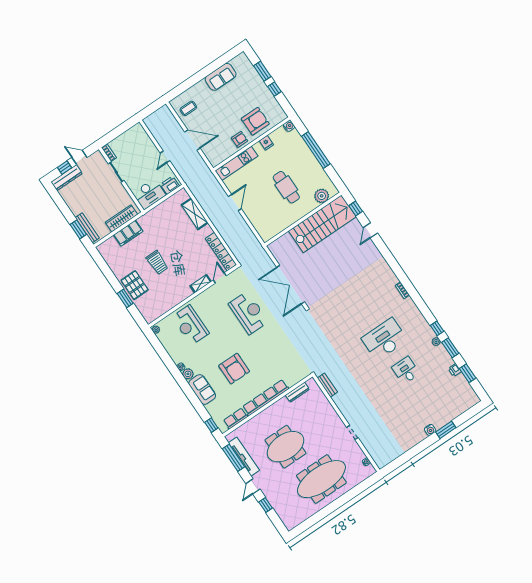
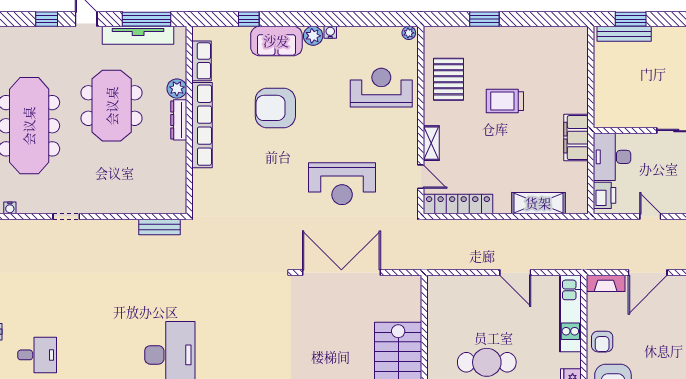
fireplace: (211, 156) -> (606, 283), added
wardrobe: (121, 218) -> (604, 93), removed
filing cabinet: (128, 233) -> (576, 138), moved
pallet: (135, 285) -> (449, 79), moved, turned 90
desk: (406, 370) -> (37, 355), moved
dresser: (297, 392) -> (179, 120), moved
plant: (257, 421) -> (177, 89), added
window: (211, 425) -> (249, 19), moved

